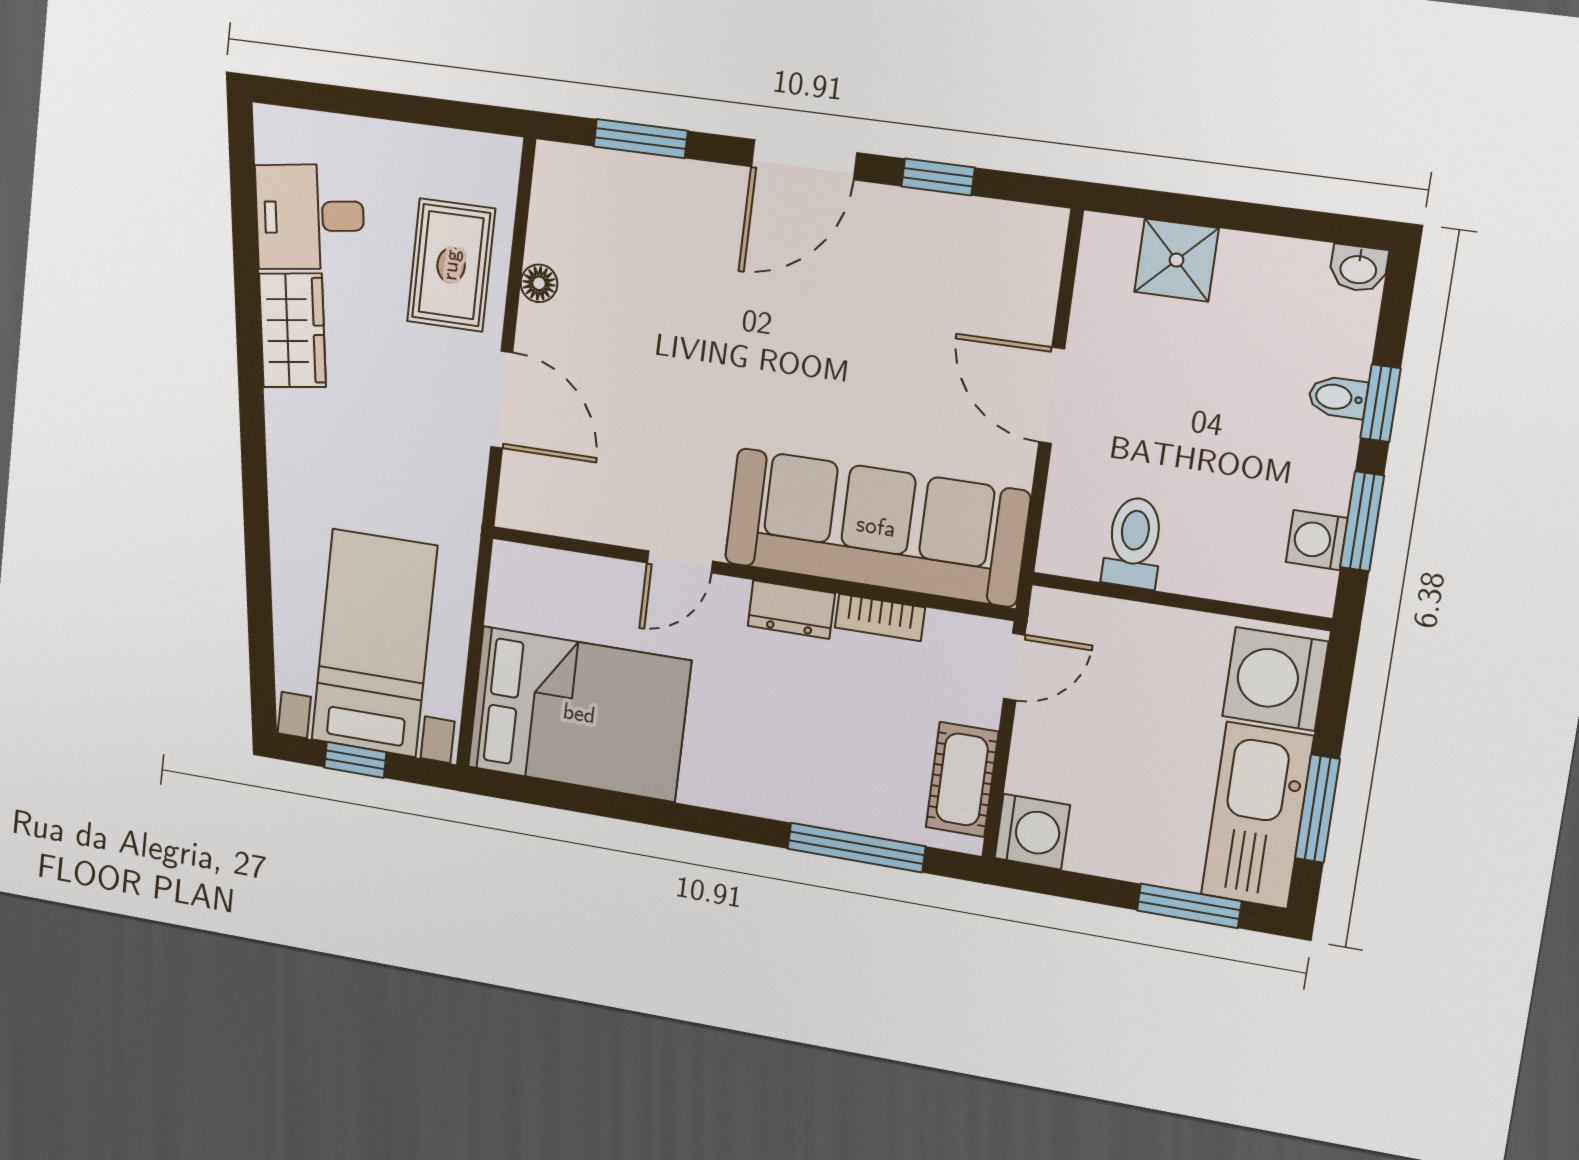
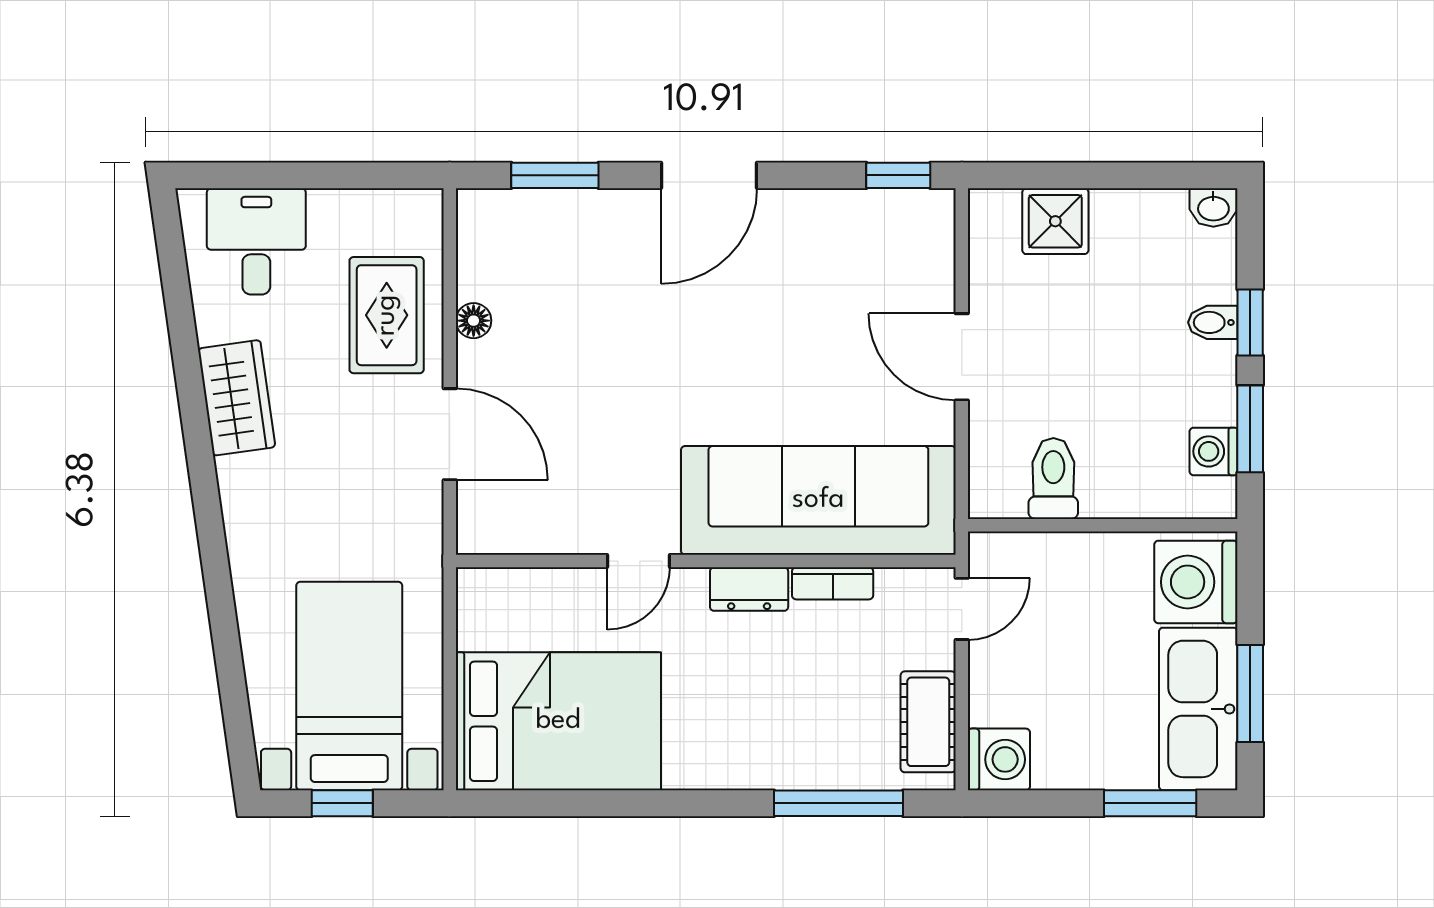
window: (938, 177) -> (898, 175), moved
desk: (310, 217) -> (256, 241), moved, turned 98

